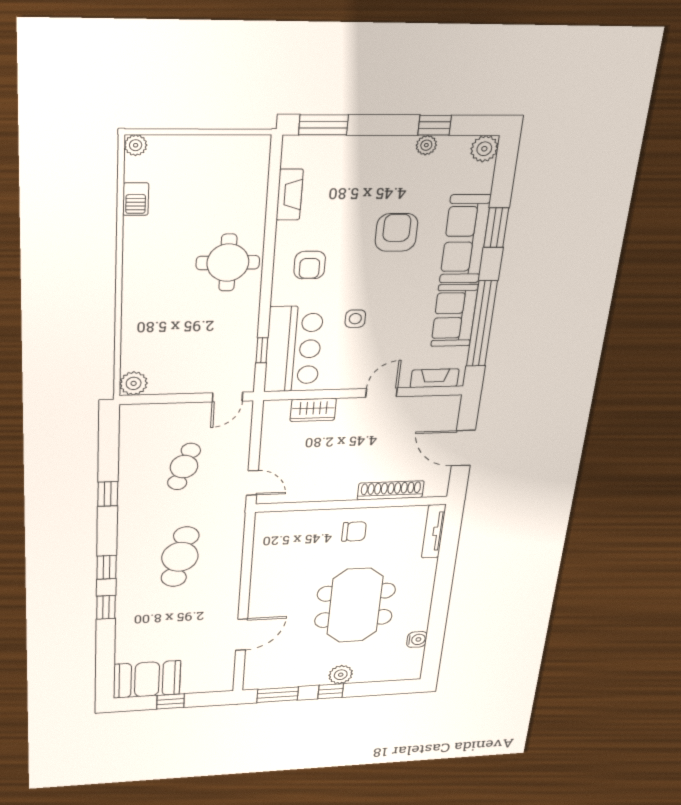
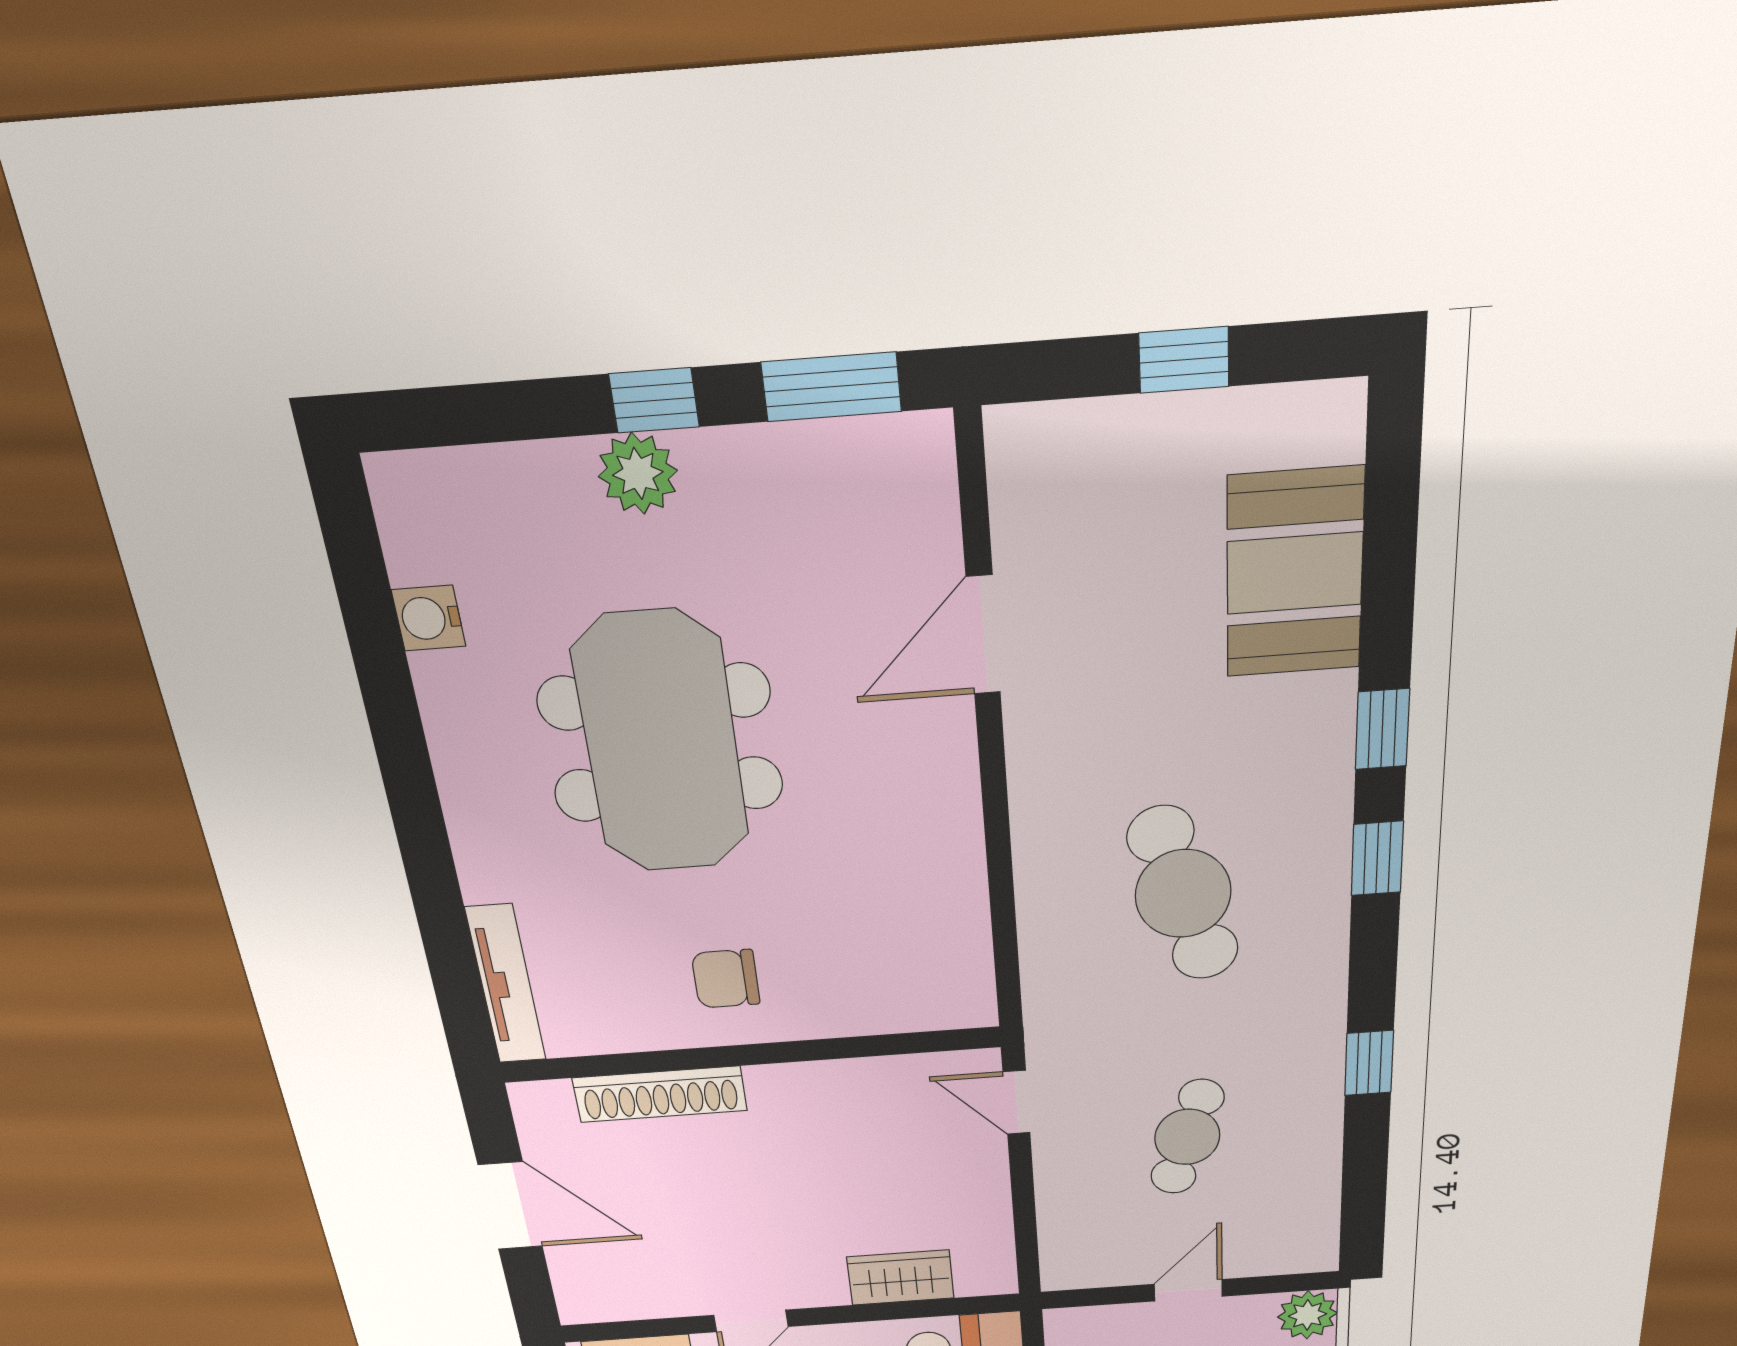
door: (227, 397) -> (1188, 1290), moved
cafe table: (180, 557) -> (1183, 894), turned -30
booth: (147, 679) -> (1295, 573), moved, turned 90

